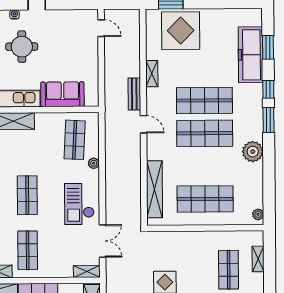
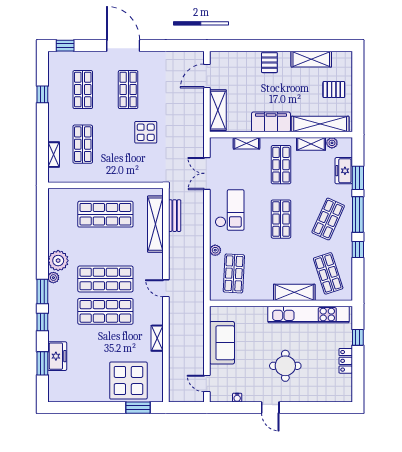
water cooler: (14, 14) -> (237, 398), moved
freezer: (250, 55) -> (57, 356), width x0.52, depth x0.79
sofa: (62, 94) -> (222, 343), moved, turned -90
bench: (134, 94) -> (175, 216), moved
plant: (258, 214) -> (53, 278), moved
shelving: (87, 272) -> (247, 143), moved

